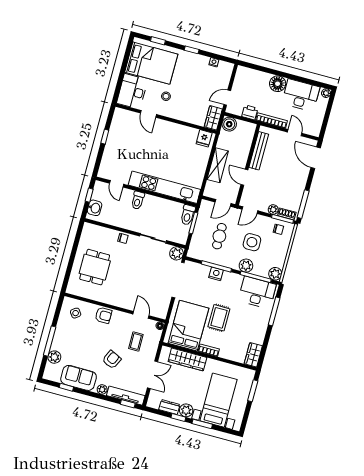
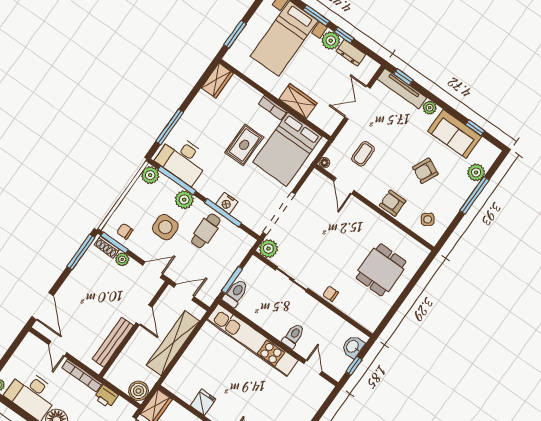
fridge: (204, 138) -> (203, 402), moved
shelving: (218, 165) -> (173, 343), width x1.47
cafe table: (219, 236) -> (206, 231), moved
wardrobe: (187, 359) -> (298, 101), width x0.67
armchair: (112, 360) -> (425, 171), moved

